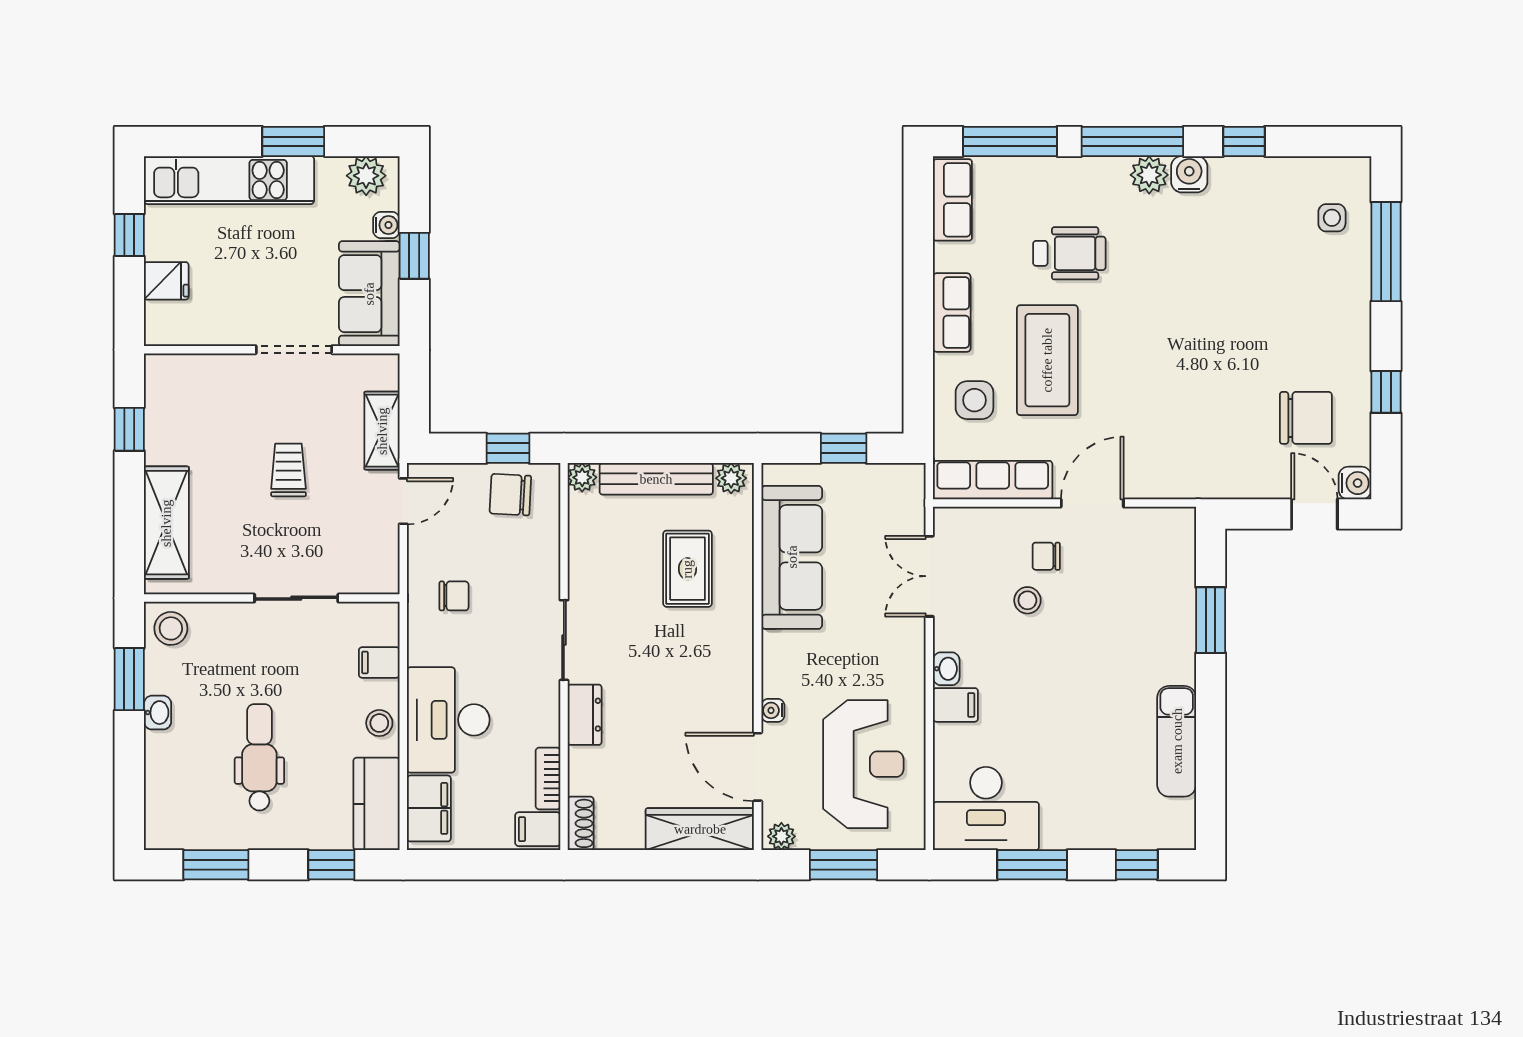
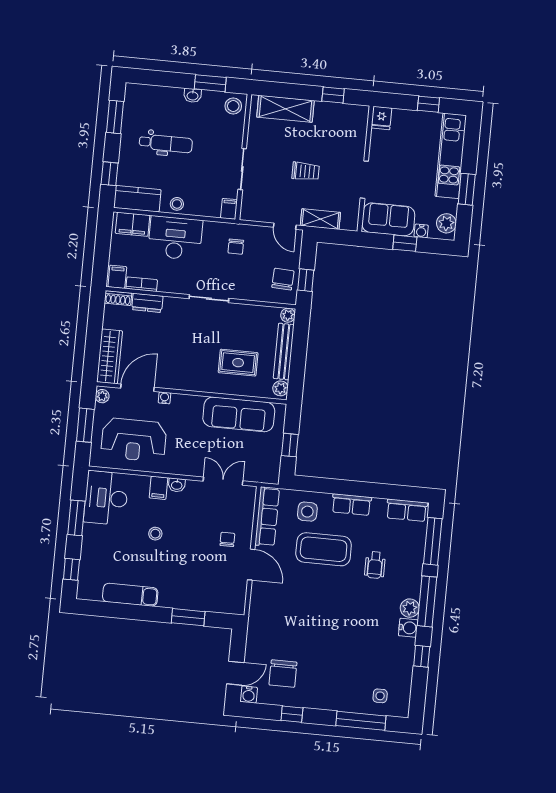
wheelchair: (1069, 253) -> (375, 565), width x0.73, depth x0.73
fridge: (166, 281) -> (381, 118), moved
stool: (1027, 600) -> (155, 534), moved
filing cabinet: (379, 662) -> (229, 209), moved
dresser: (585, 715) -> (147, 303), moved

